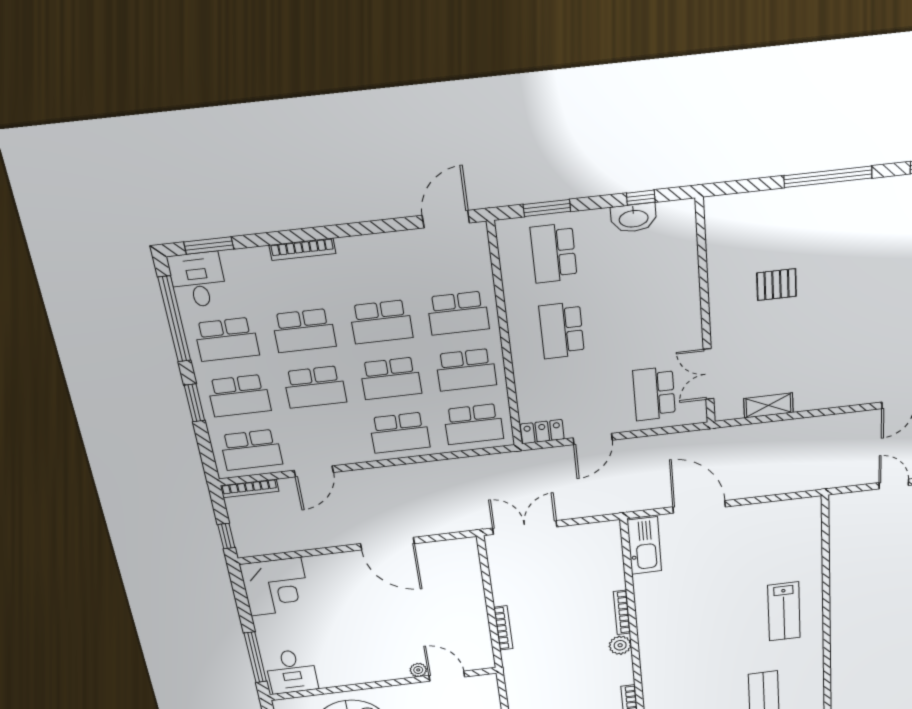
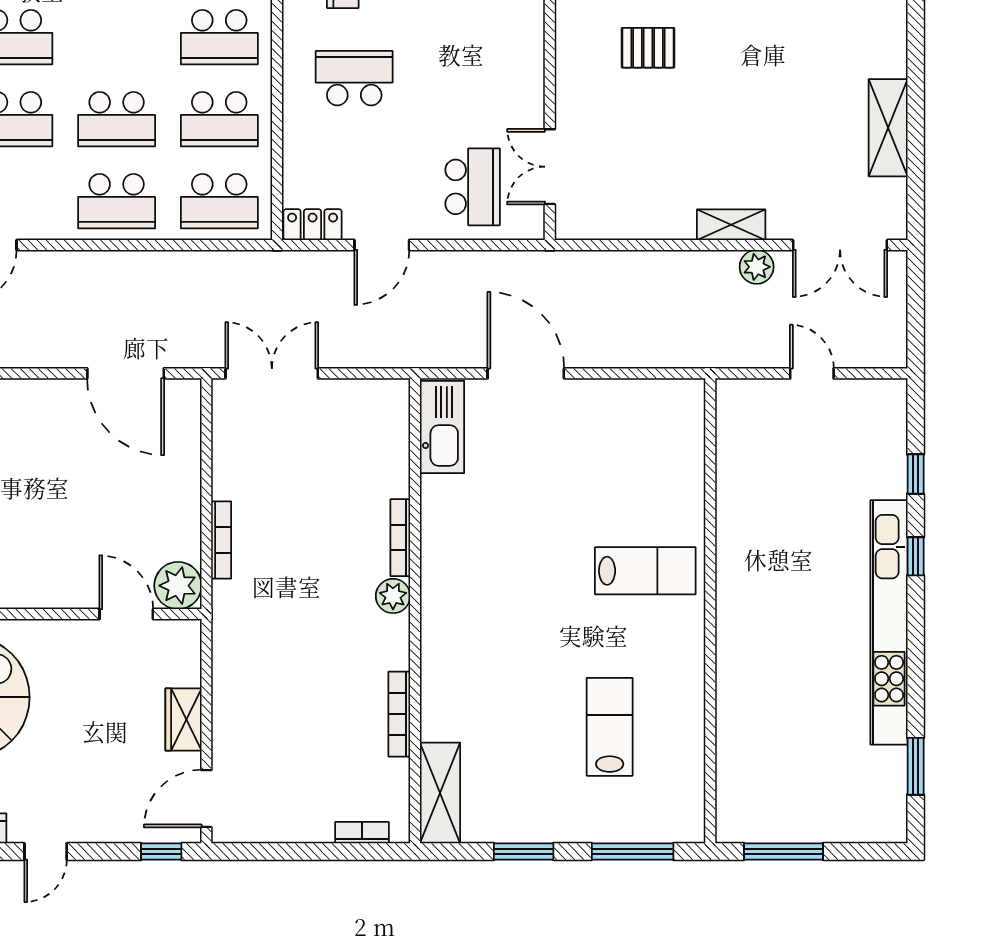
school desk: (381, 322) -> (117, 37), removed
school desk: (562, 330) -> (354, 78), turned 90
school desk: (654, 394) -> (473, 187), turned 180
shelving: (768, 405) -> (731, 225), moved
plant: (856, 422) -> (757, 267), added
door: (387, 544) -> (126, 373), moved
lab bench: (784, 612) -> (645, 571), turned -90
plant: (418, 670) -> (178, 586), moved, width x1.88, depth x1.88

